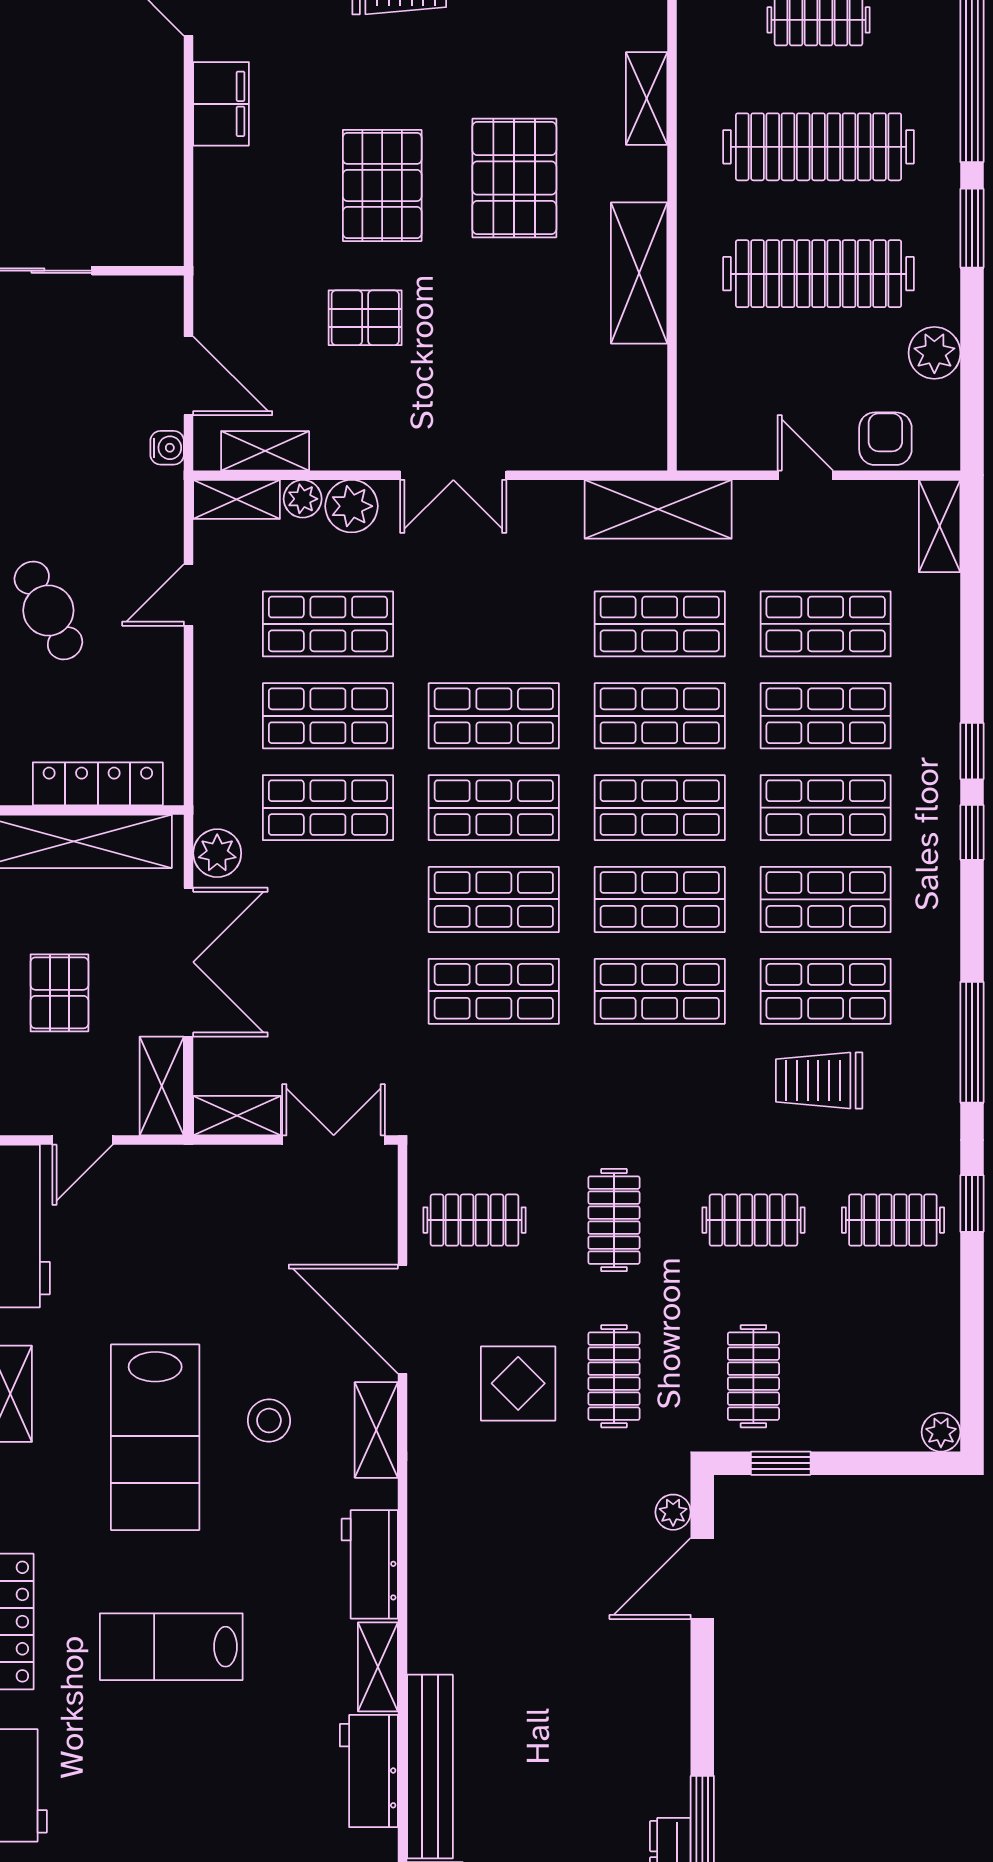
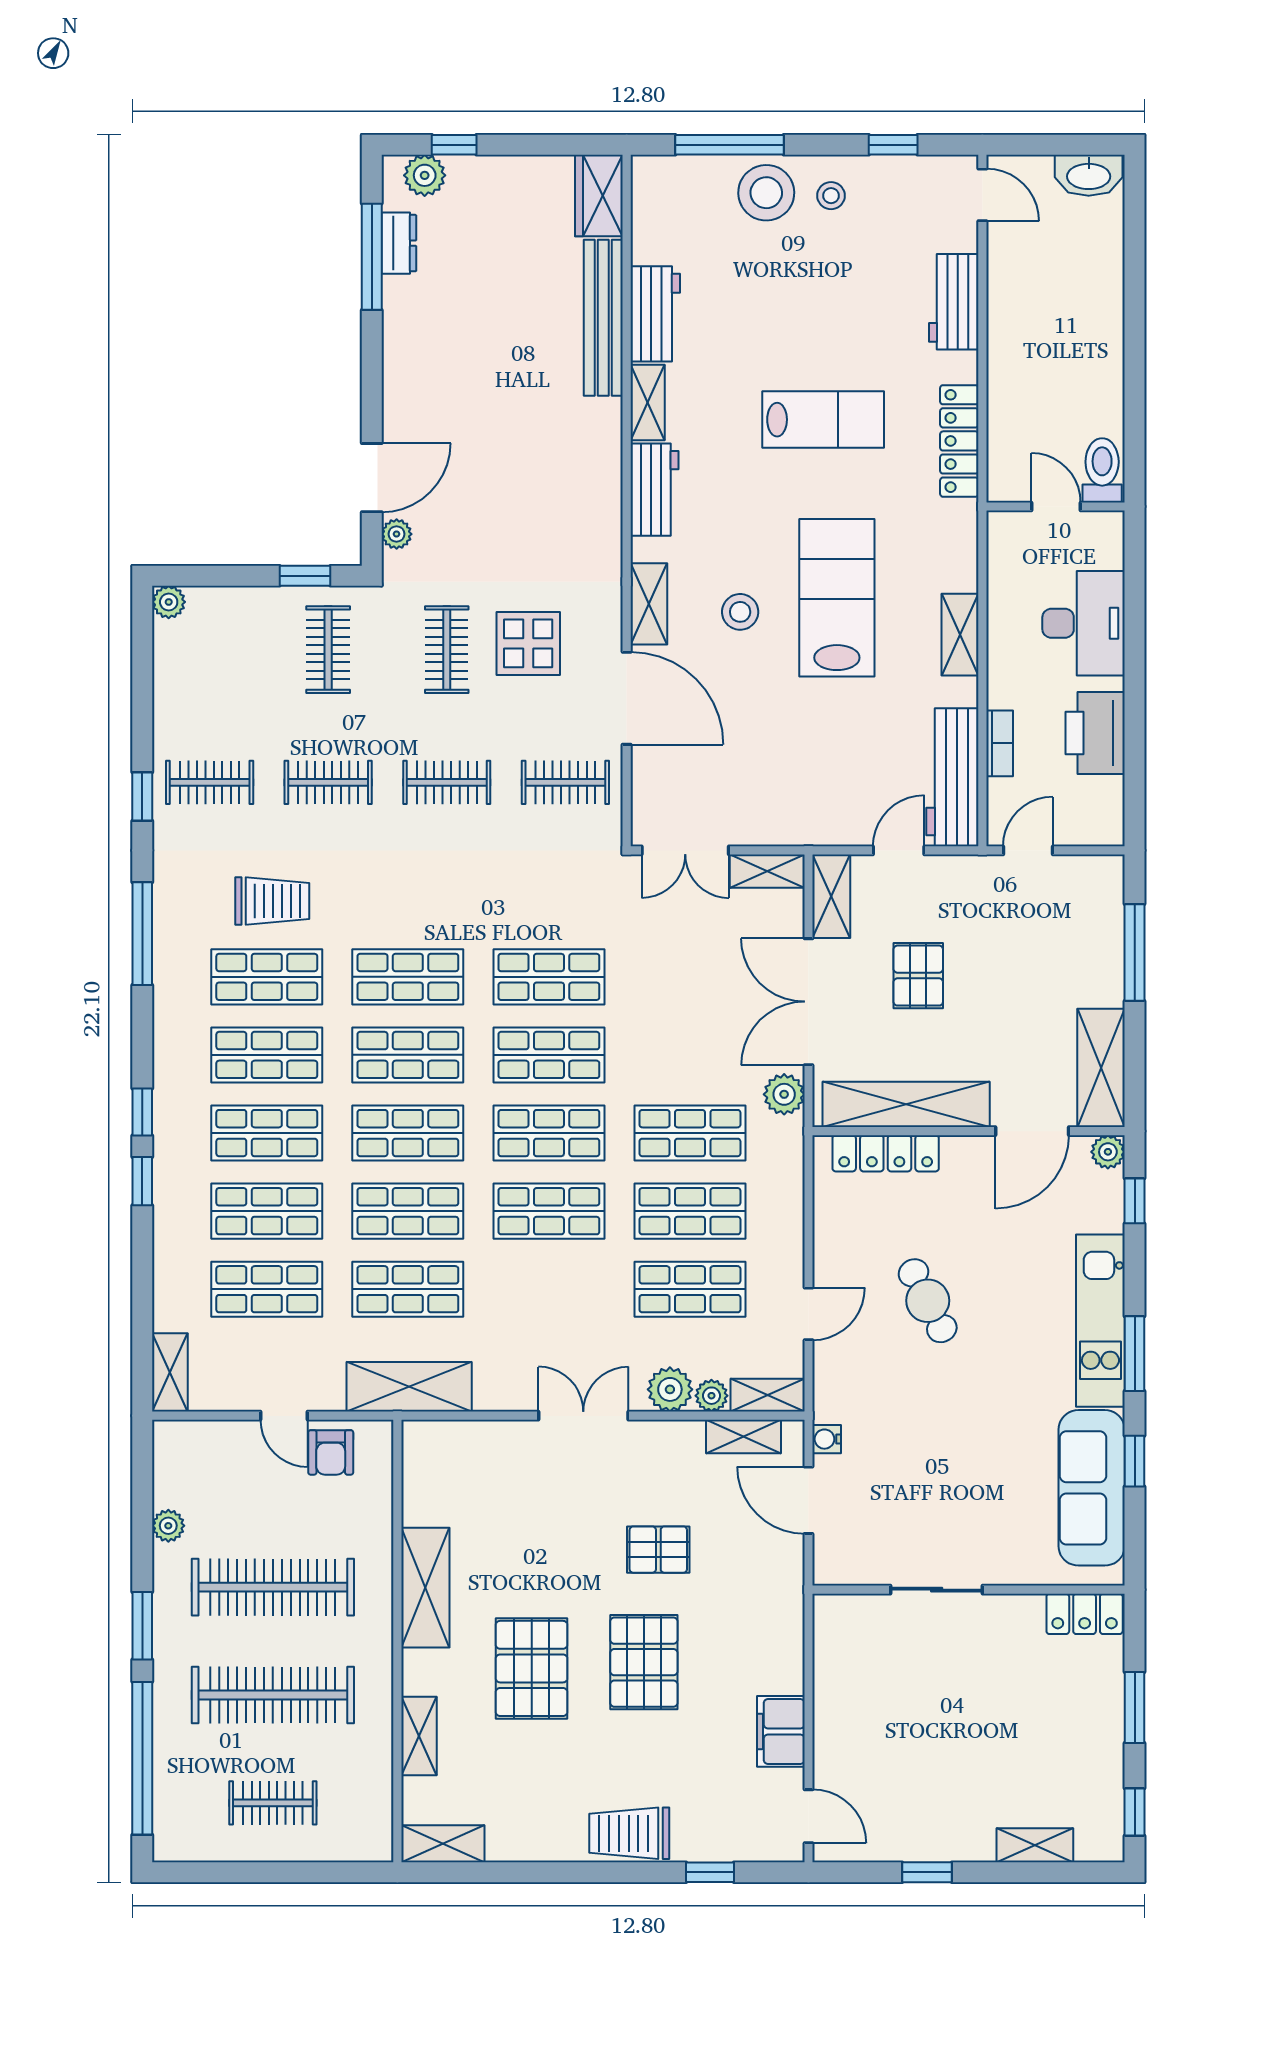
plant: (934, 353) -> (168, 1526), width x0.73, depth x0.73
armchair: (885, 439) -> (331, 1452), moved
clothes rail: (614, 1220) -> (447, 782), turned 90

